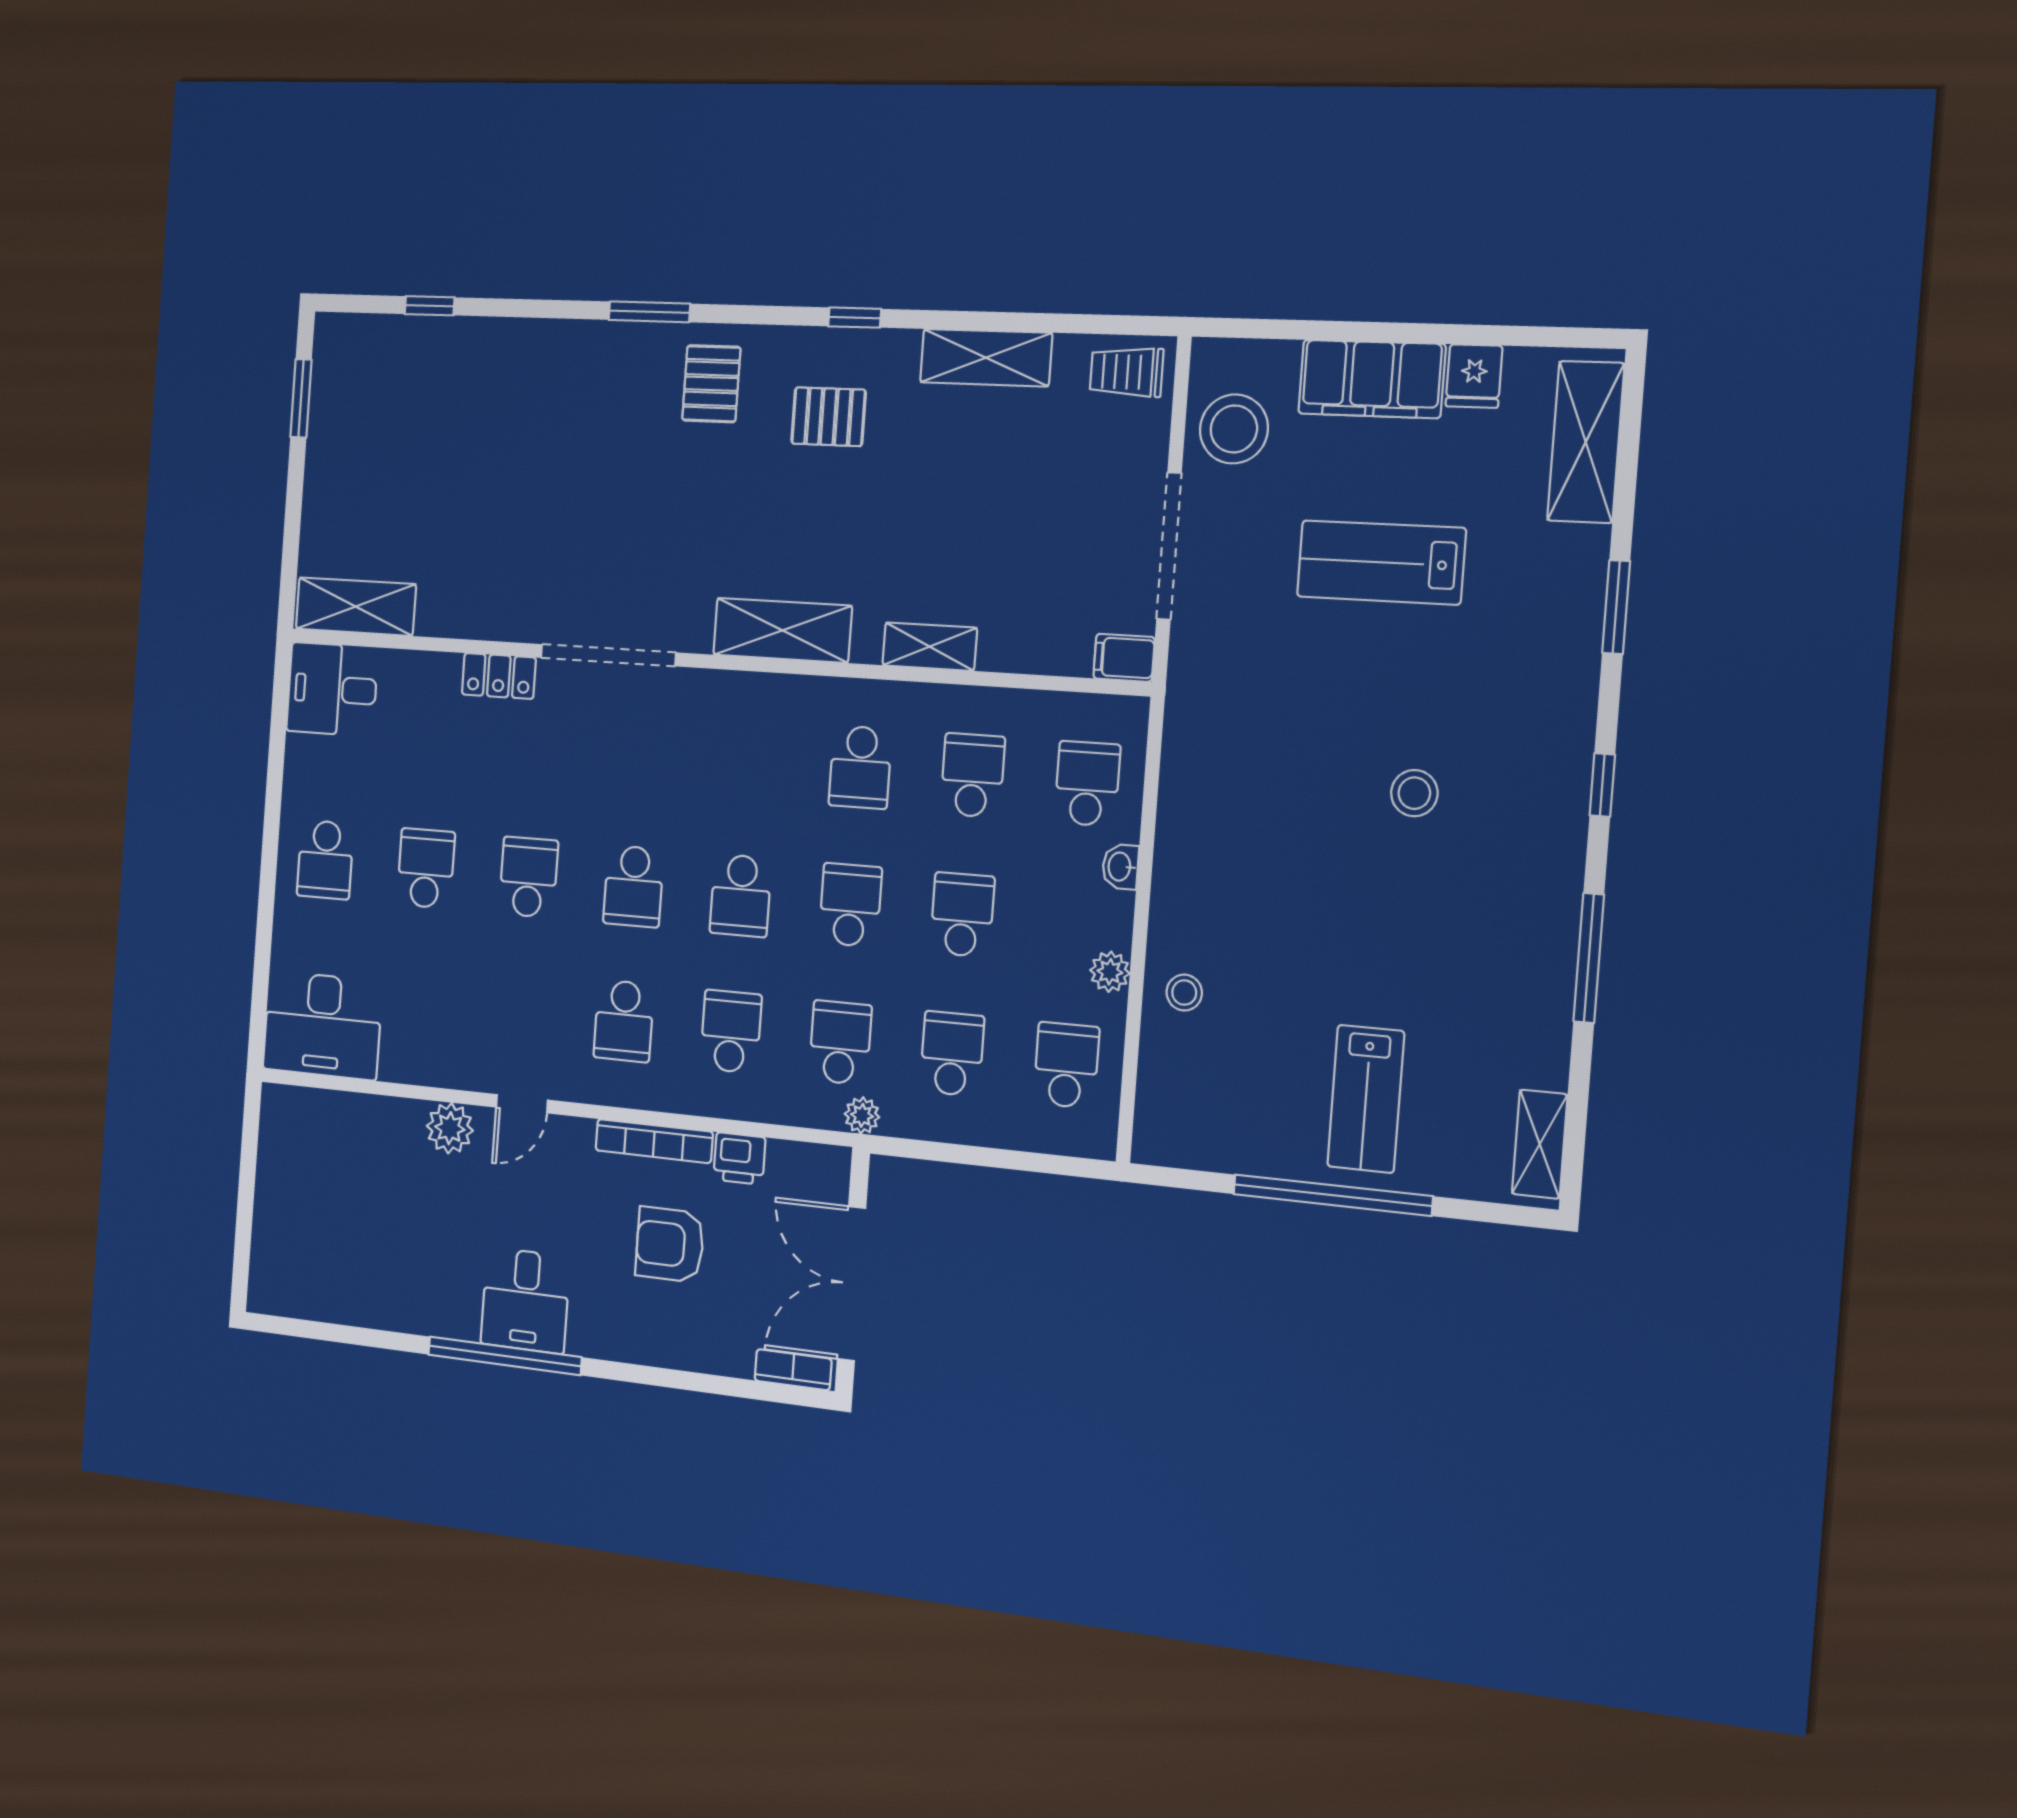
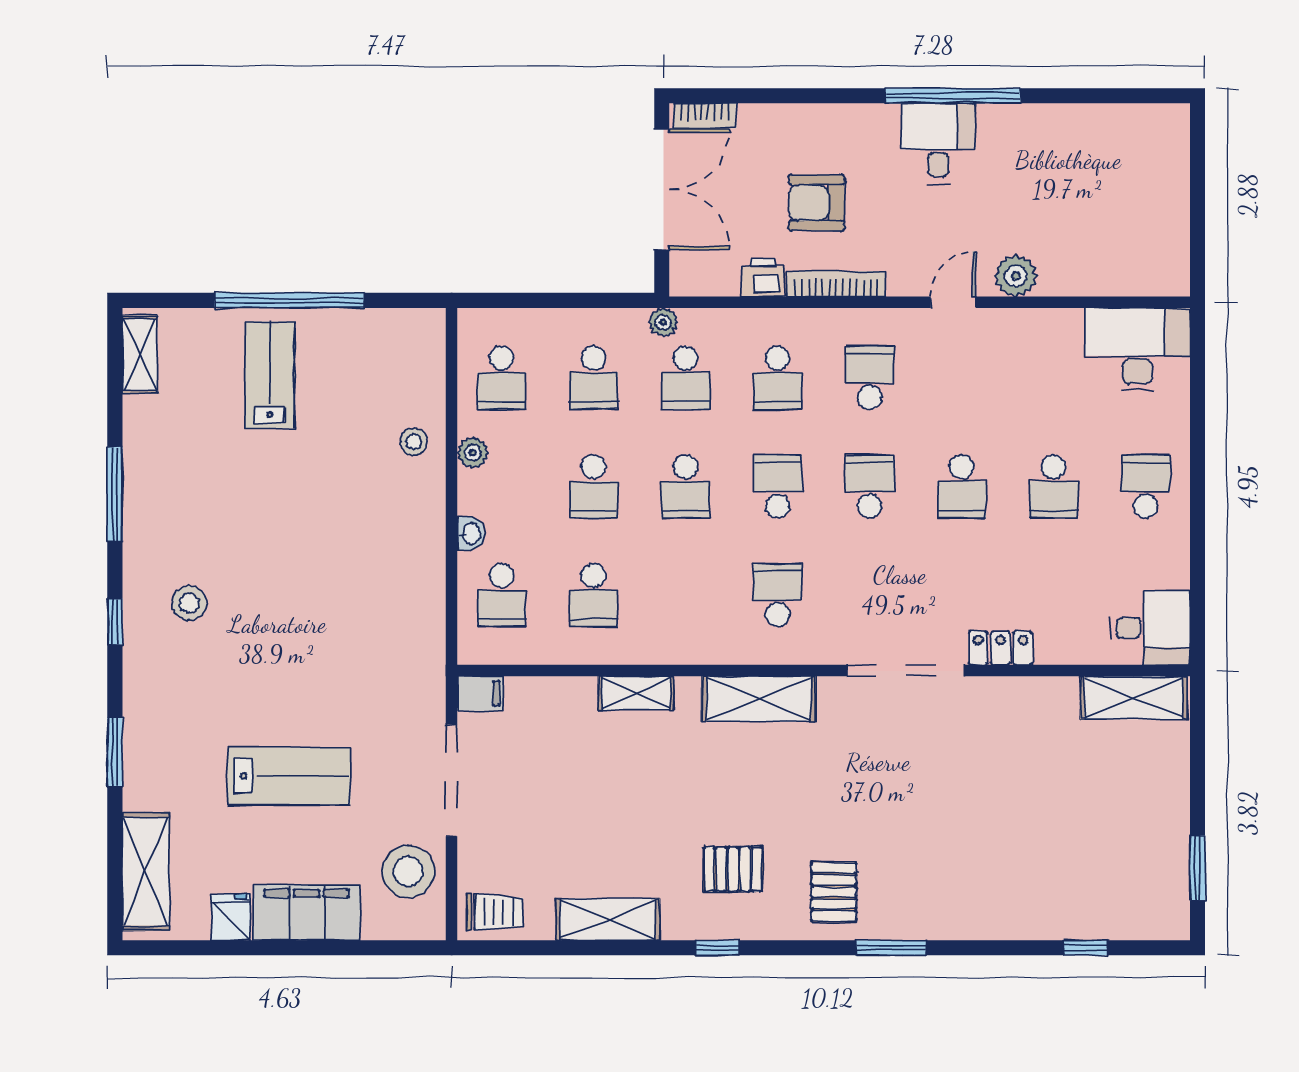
school desk: (860, 767) -> (778, 595), moved
stool: (1414, 793) -> (189, 603), moved
armchair: (670, 1244) -> (816, 203), turned 180

